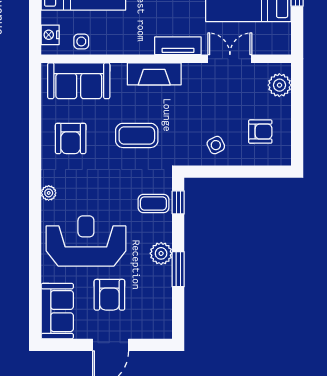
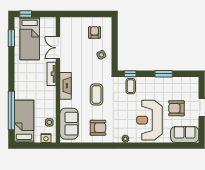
plant: (279, 85) -> (71, 23), removed
plant: (161, 253) -> (156, 82), removed
armchair: (109, 295) -> (176, 108), turned 180

